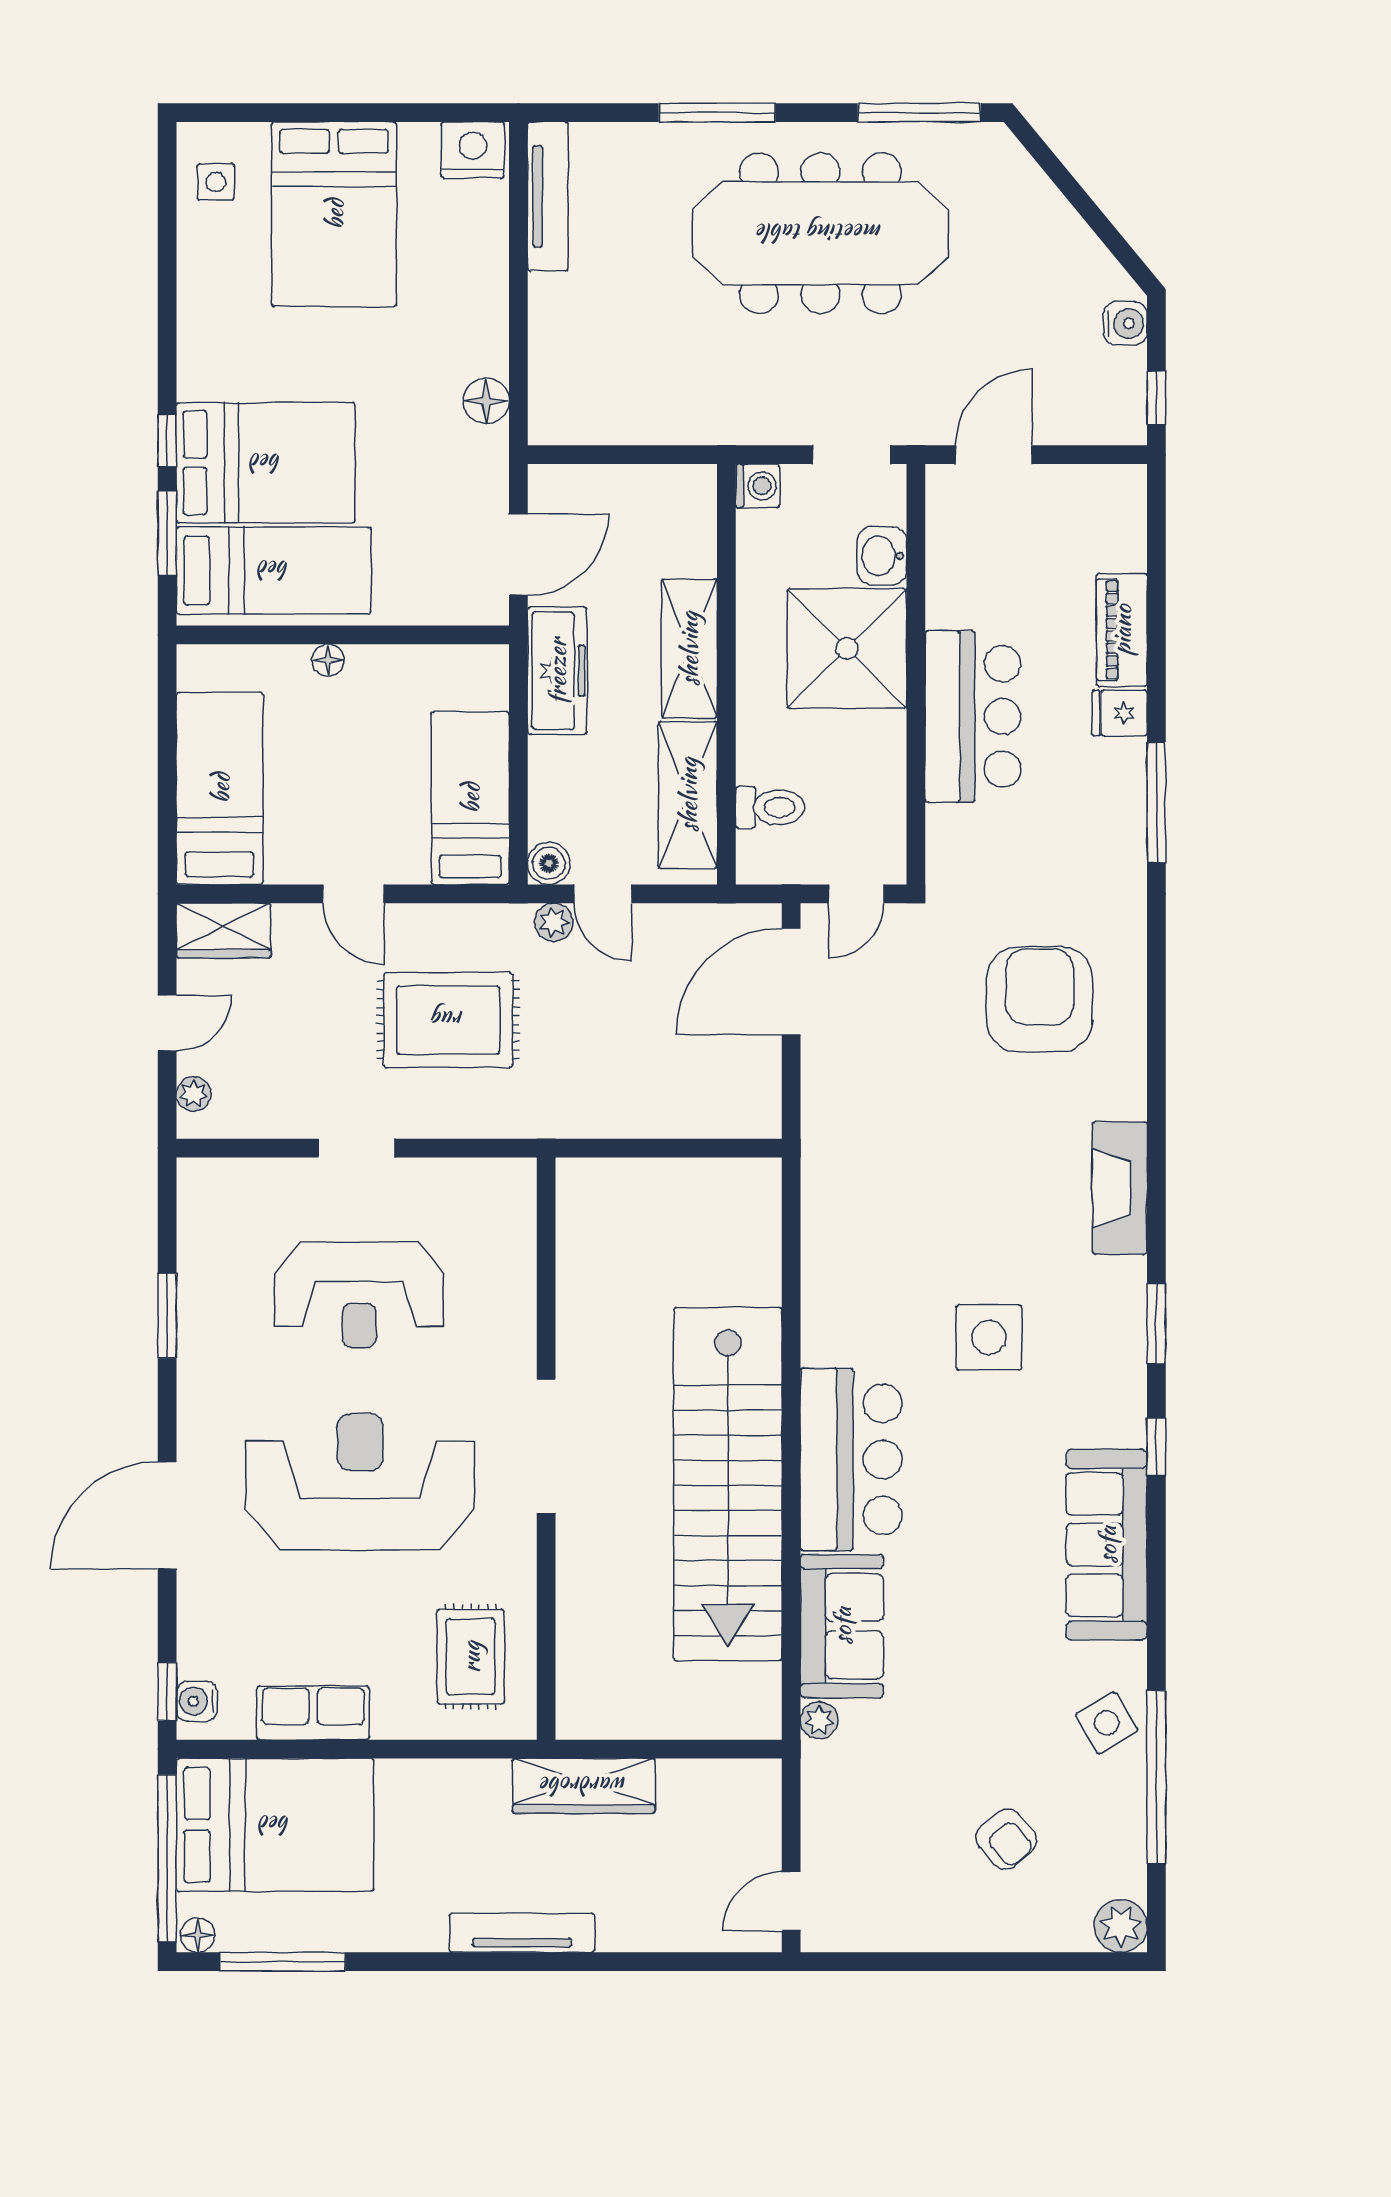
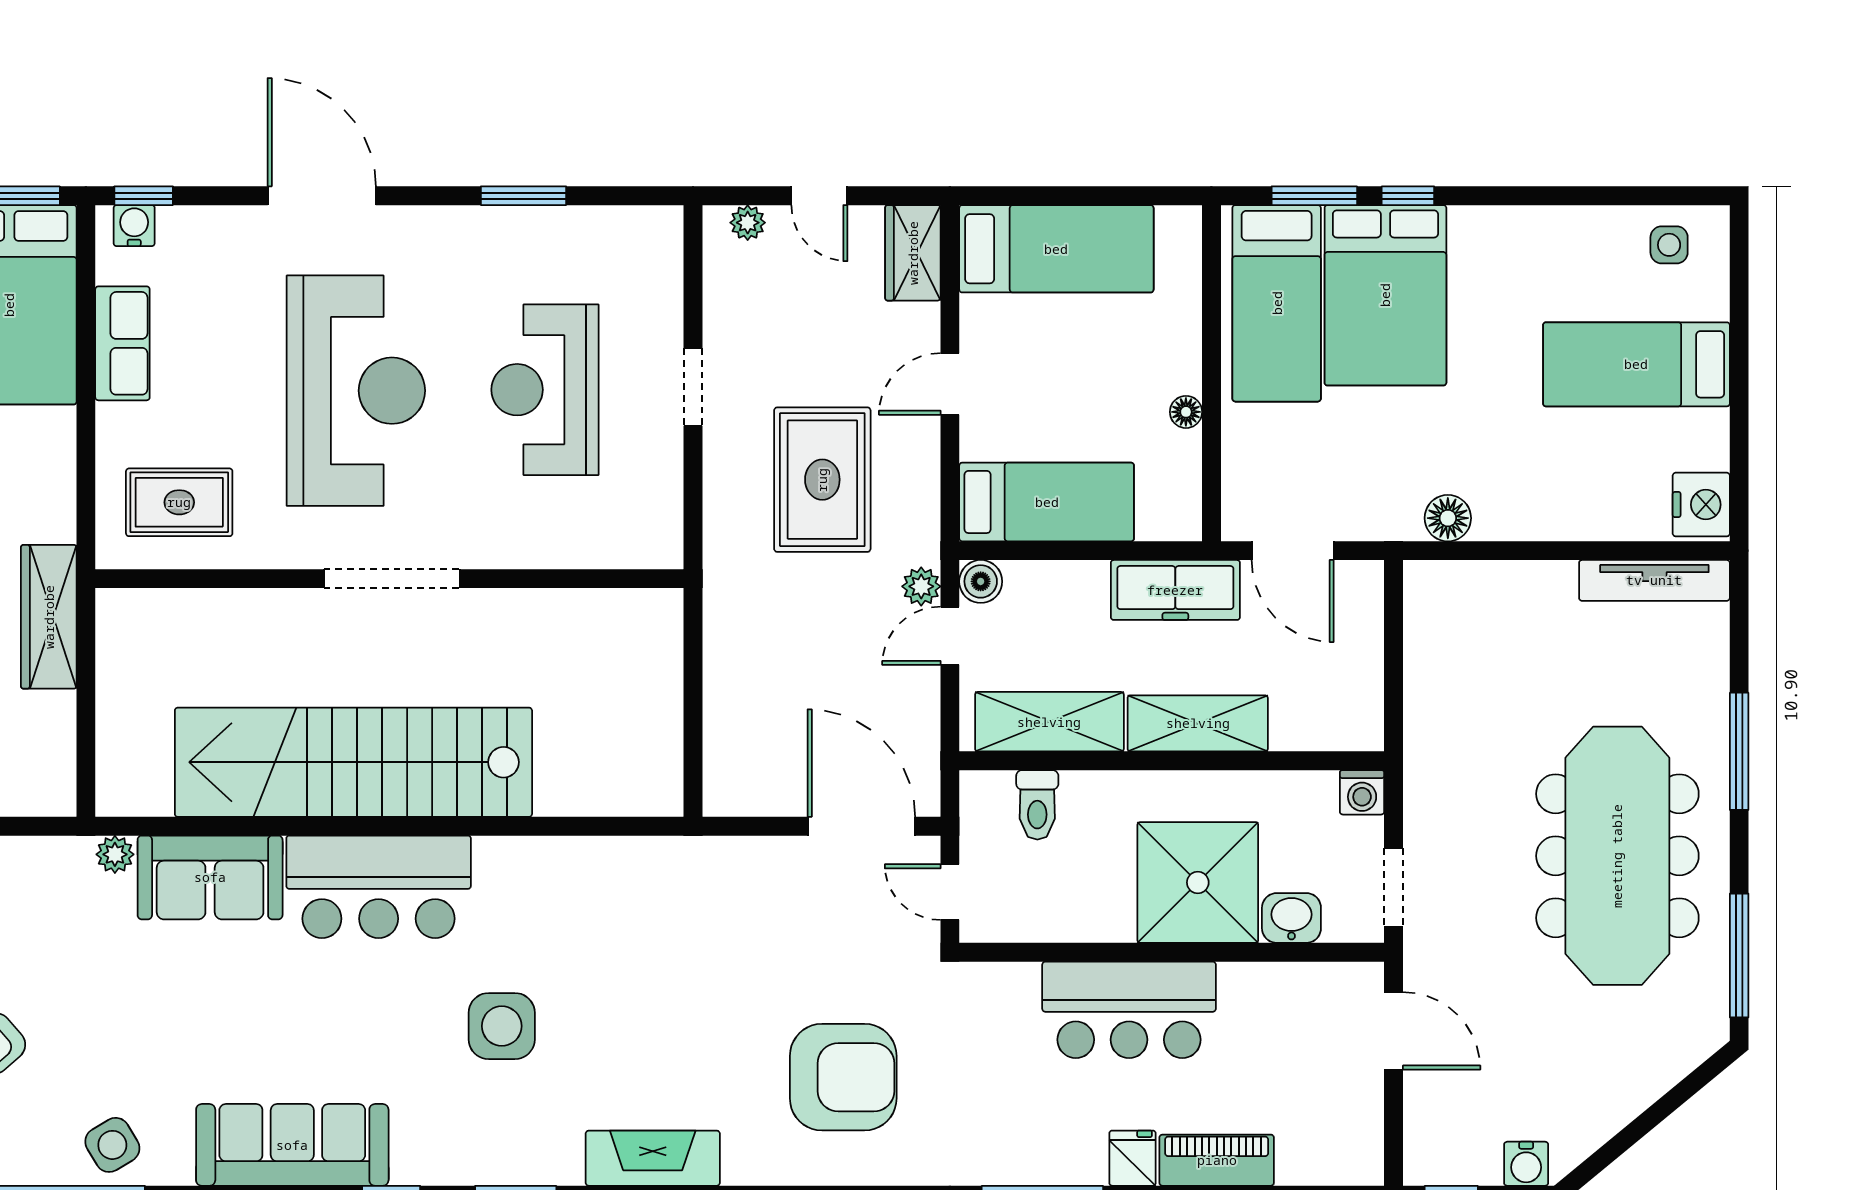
bed: (334, 214) -> (1636, 364), width x0.67
floor lamp: (328, 660) -> (1186, 412), moved

